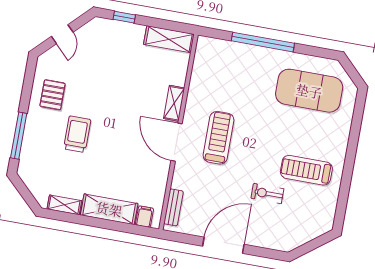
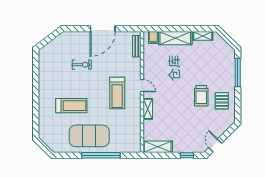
door: (62, 34) -> (215, 146), moved
exercise mat: (309, 91) -> (89, 136), moved
trolley: (77, 134) -> (201, 96), moved
door: (177, 142) -> (142, 86), width x0.53
treadmill: (306, 170) -> (71, 106), moved

